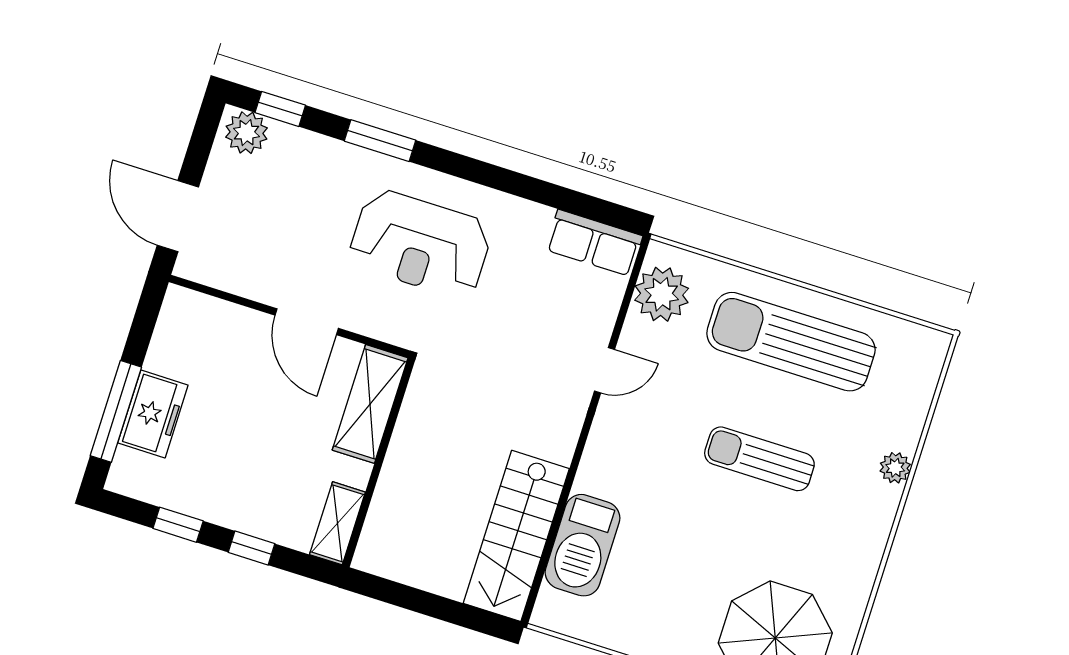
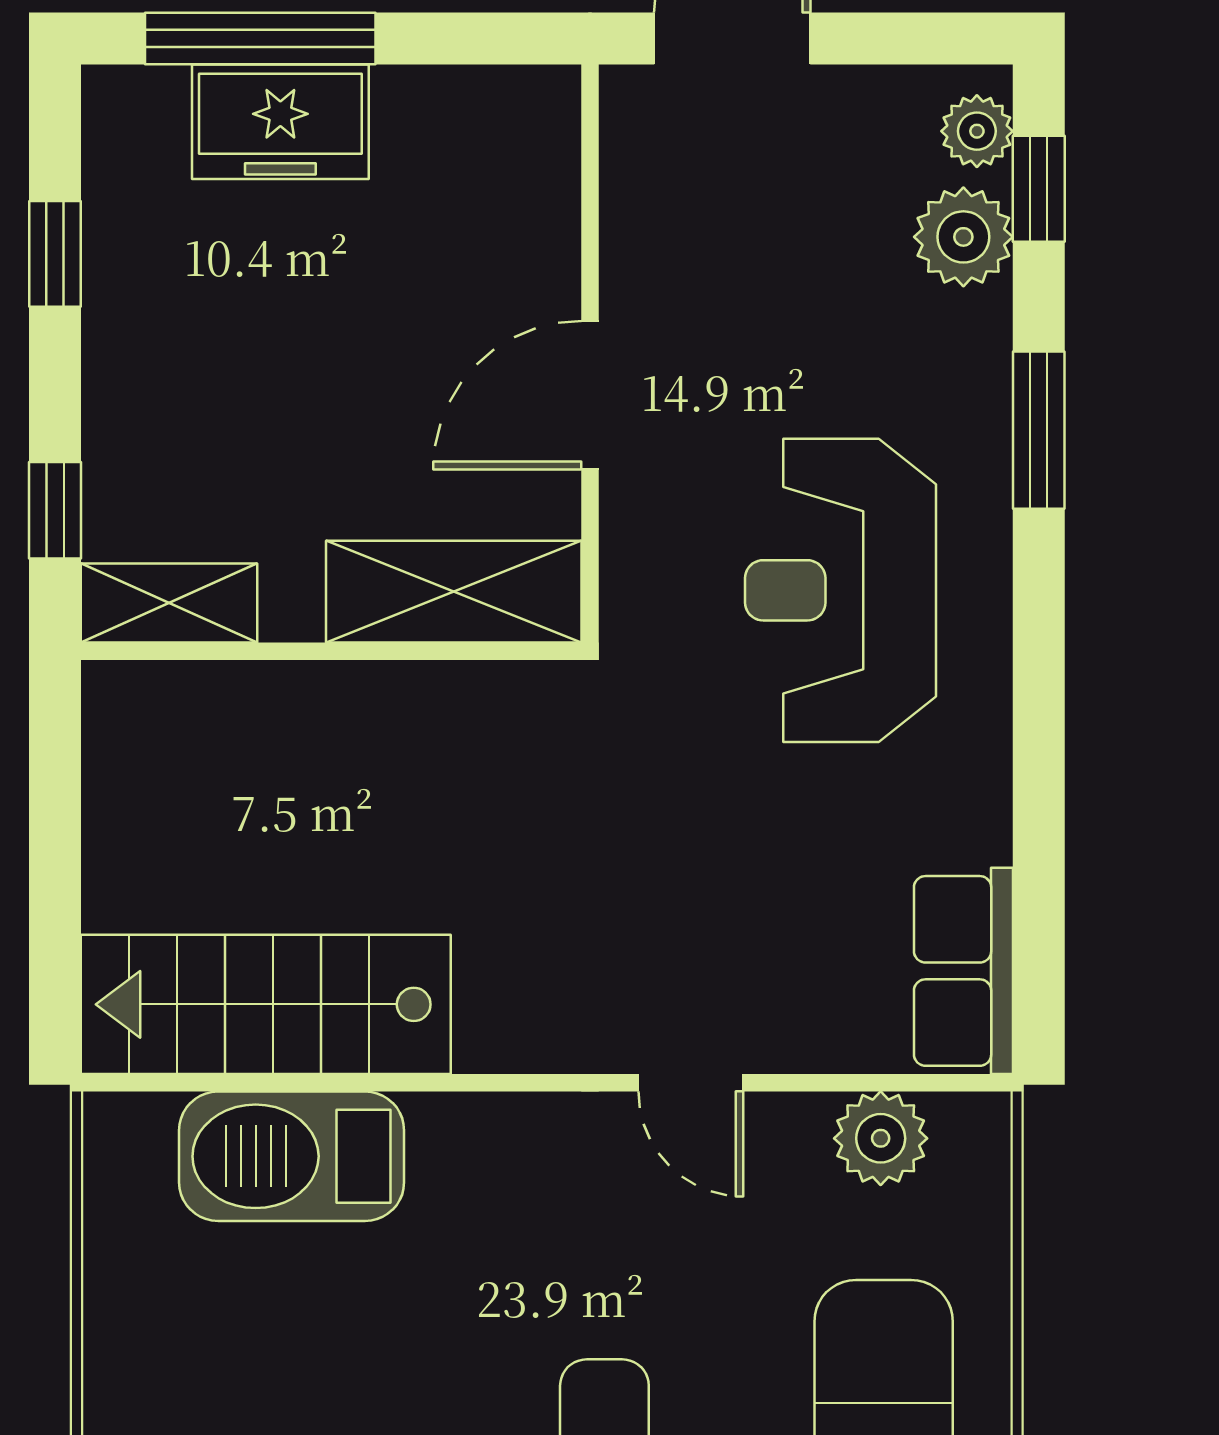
plant: (246, 133) -> (977, 131), width x0.73, depth x0.73
plant: (290, 146) -> (963, 237), added
plant: (662, 294) -> (881, 1138), width x0.73, depth x0.73
window: (252, 548) -> (55, 510), moved

